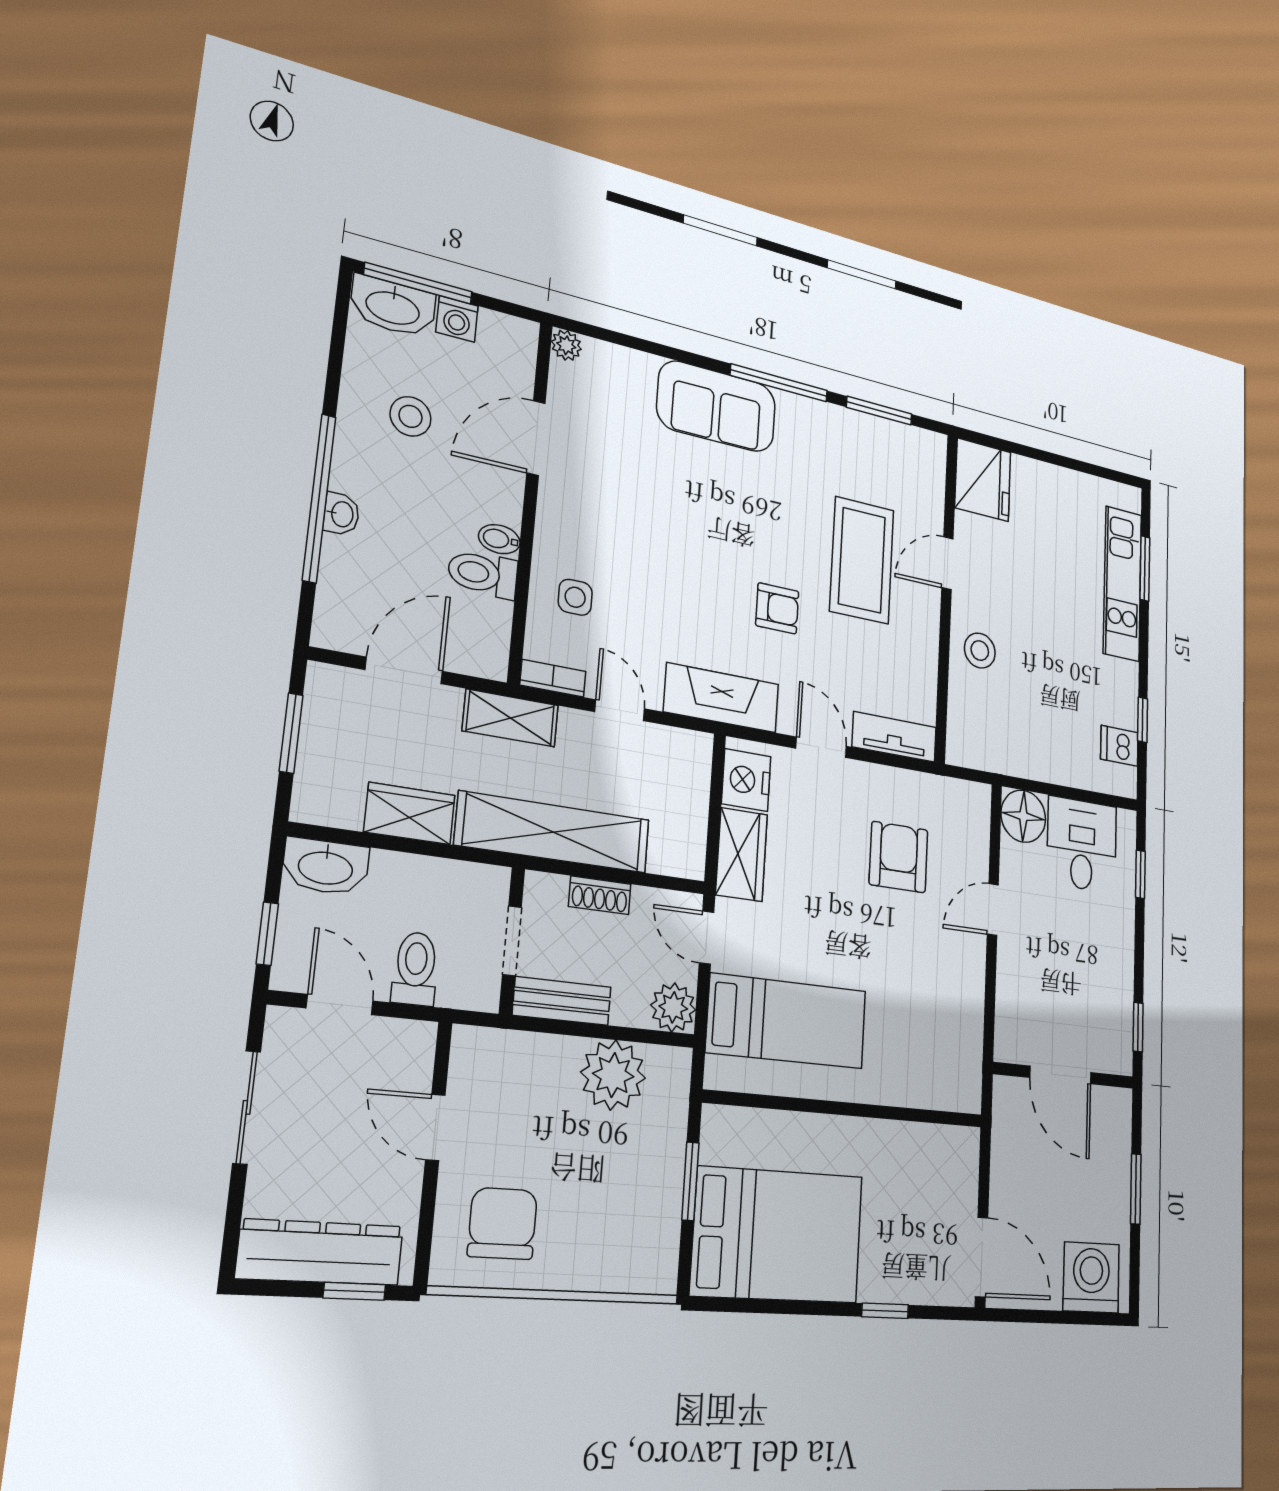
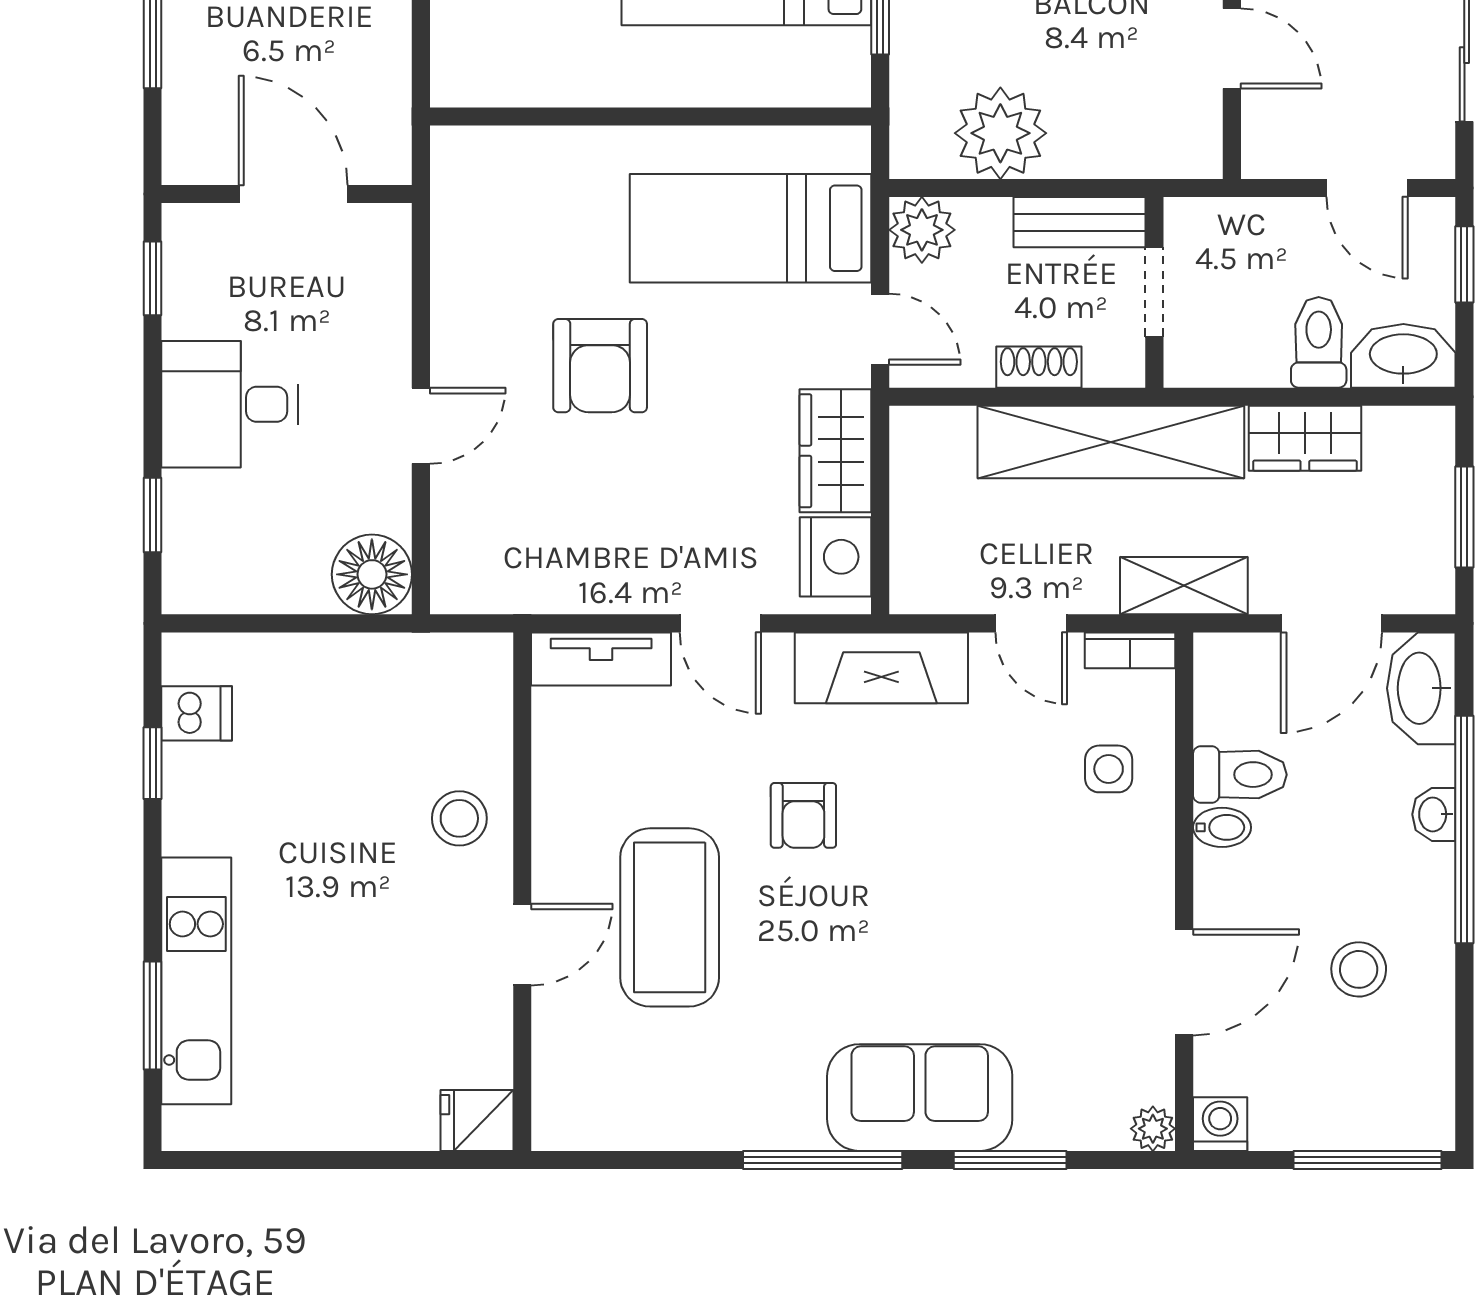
washbasin: (393, 307) -> (1421, 688), moved, turned -90
washing machine: (457, 319) -> (1220, 1124), moved
window: (879, 411) -> (1010, 1160), moved
fridge: (983, 480) -> (477, 1121), width x0.53, depth x0.75
armchair: (777, 608) -> (803, 815), turned -90
desk: (1082, 845) -> (230, 404), moved, turned 90
armchair: (899, 857) -> (600, 366), moved
toilet: (415, 969) -> (1319, 342), moved, turned 180

